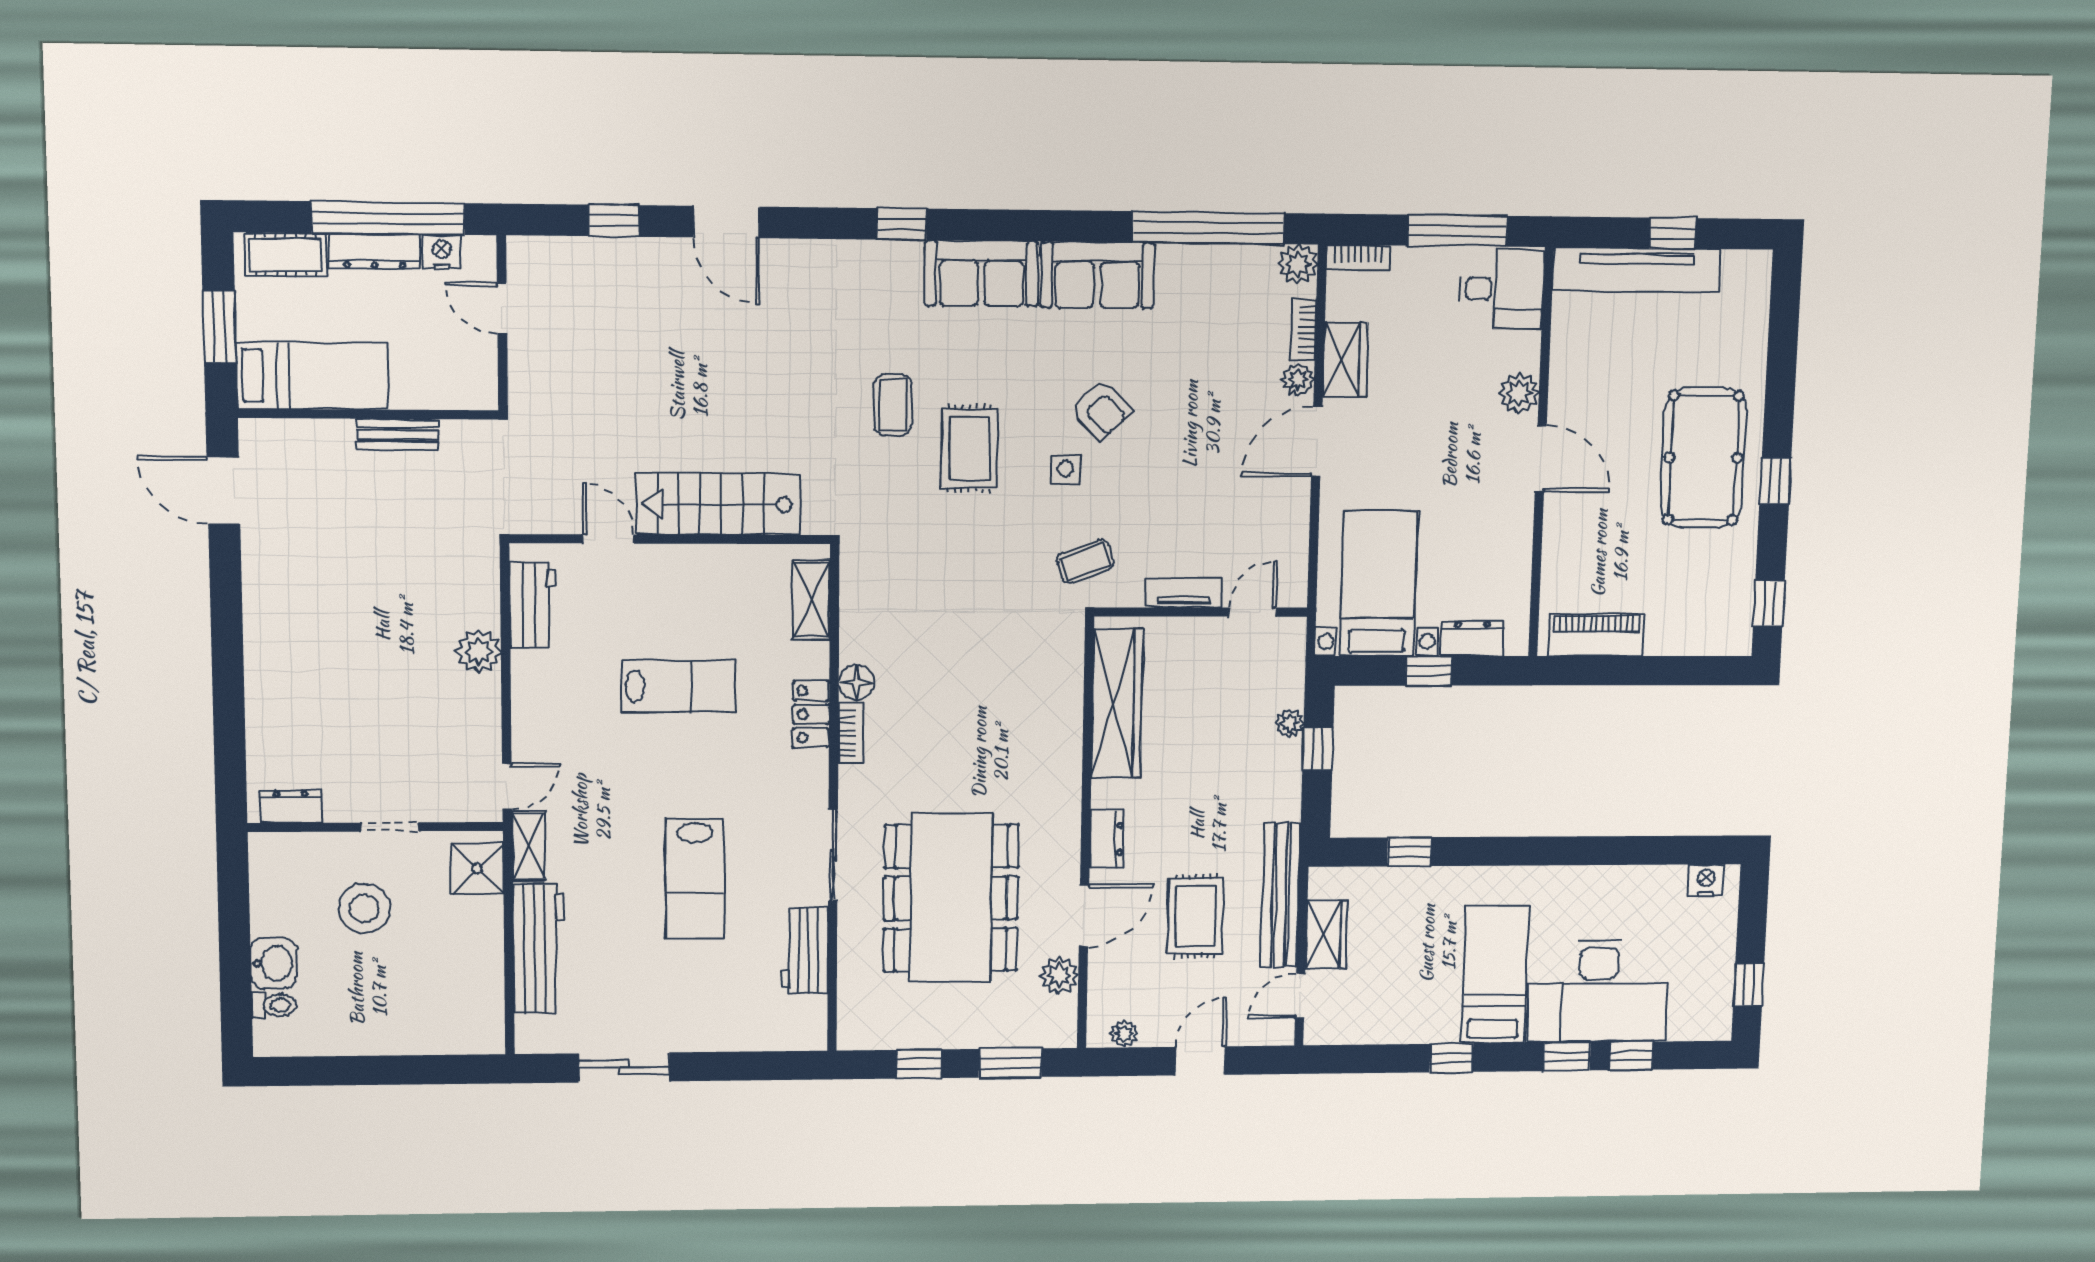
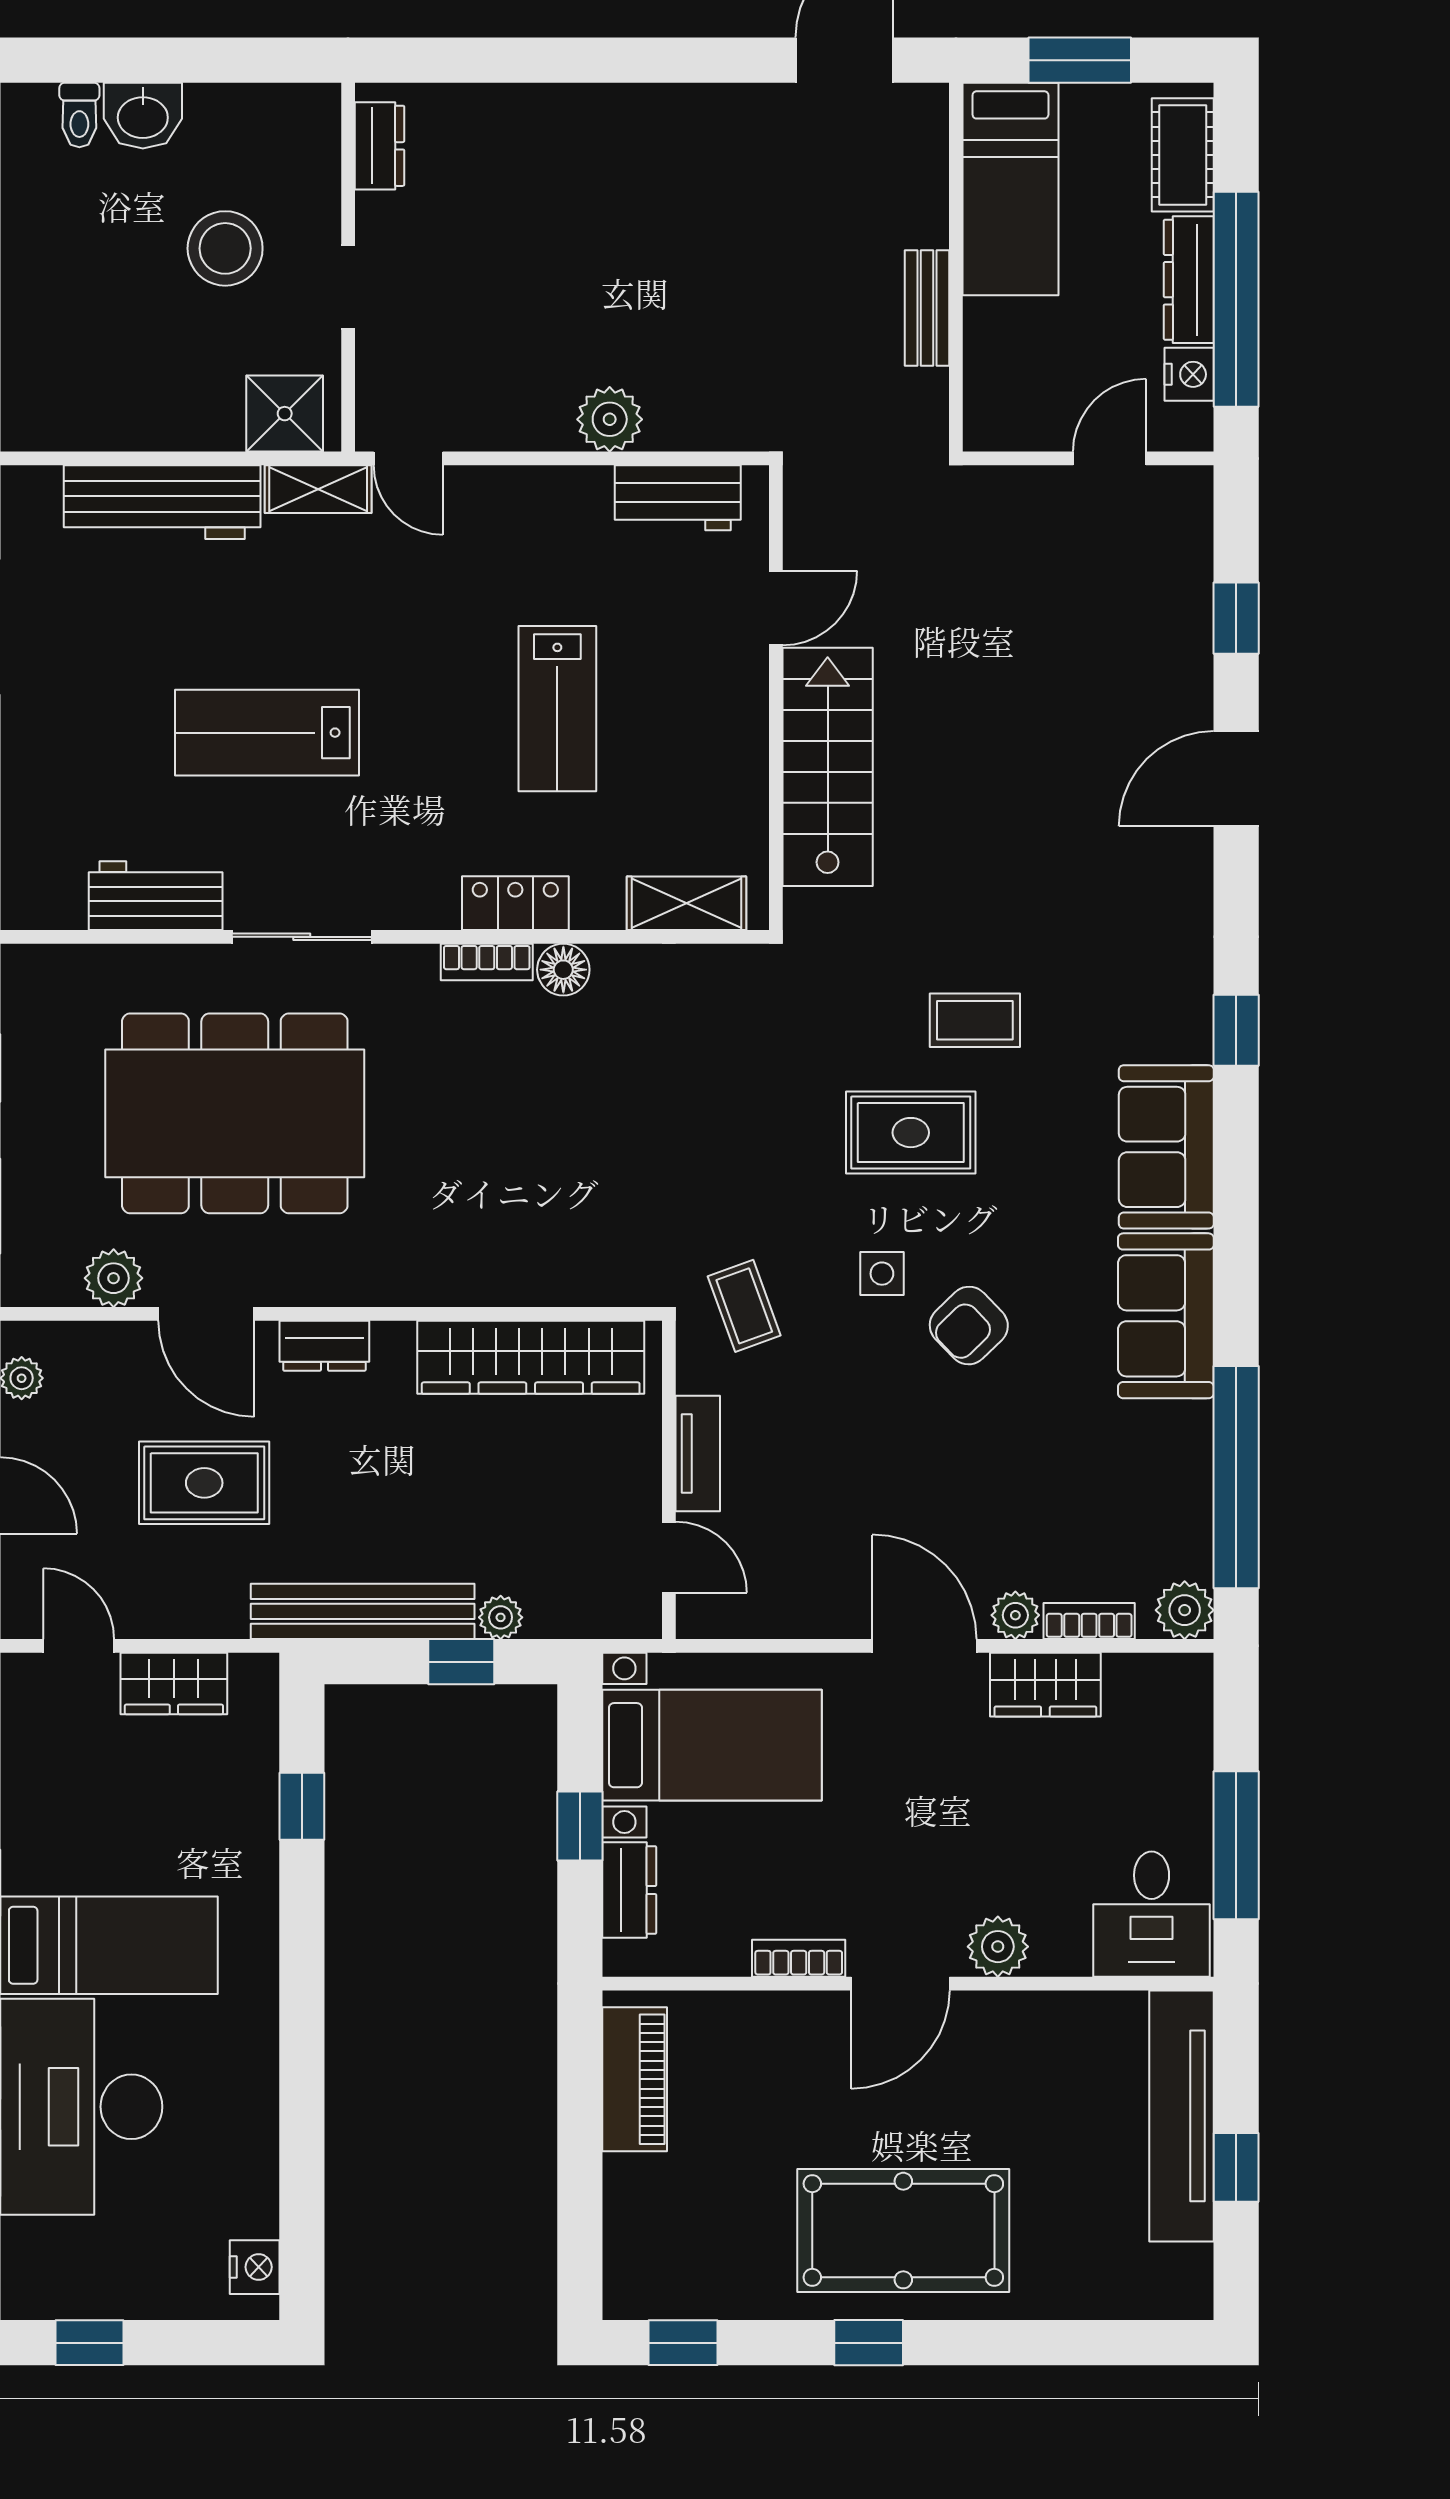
bookcase: (1358, 258) -> (799, 1958), moved, turned 90
bench: (1280, 895) -> (363, 1611), moved

